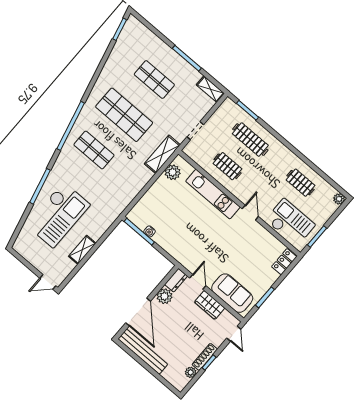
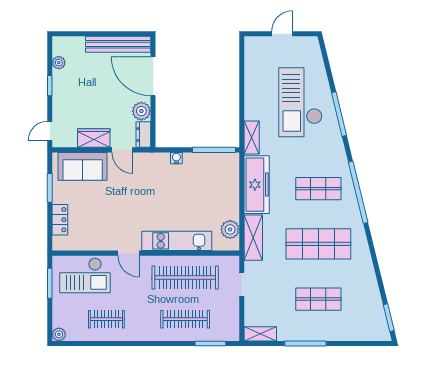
clothes rail: (228, 166) -> (185, 277), width x1.86, depth x1.31
freezer: (131, 186) -> (257, 185), added
water cooler: (150, 231) -> (176, 158), moved
shelving: (82, 250) -> (252, 138), moved
locker: (284, 262) -> (60, 220), moved
door: (48, 282) -> (282, 34), moved
door: (234, 334) -> (50, 131), hinge flipped
shoe rack: (205, 357) -> (58, 87), removed

